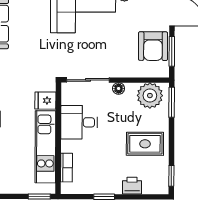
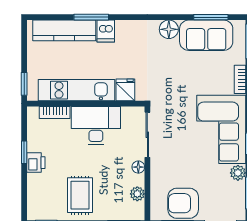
plant: (150, 96) -> (137, 194), width x0.53, depth x0.53
desk: (79, 122) -> (96, 126), width x1.37
printer: (132, 186) -> (36, 163), moved

